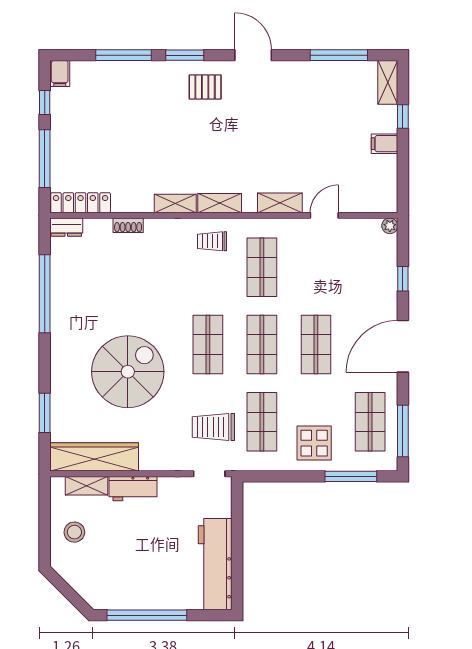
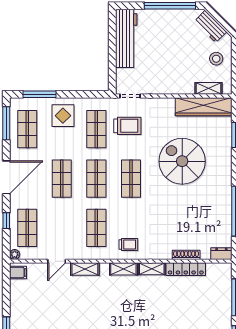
filing cabinet: (385, 144) -> (18, 272), moved
locker: (81, 203) -> (186, 269), moved
shoe rack: (128, 225) -> (186, 255), width x1.43
shop shelf: (370, 267) -> (27, 228), added
spiral stairs: (128, 372) -> (182, 161), turned 90
workbench: (133, 489) -> (210, 27), moved, turned -135

